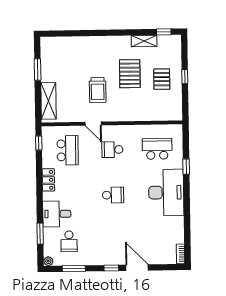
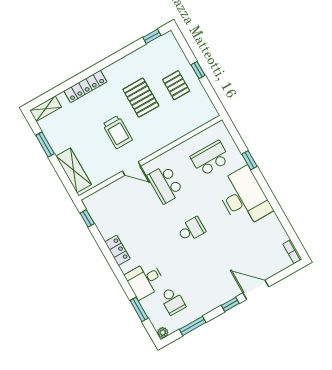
shelving: (144, 41) -> (46, 109), moved
locker: (92, 42) -> (85, 86), added
school desk: (68, 150) -> (120, 210), removed
school desk: (112, 150) -> (165, 184), width x1.85

